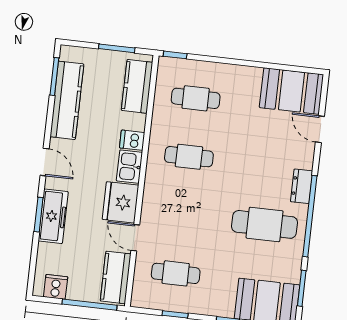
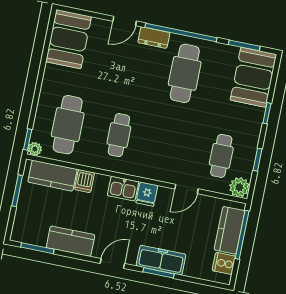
plant: (165, 64) -> (35, 149), added
cafe table: (196, 98) -> (68, 125), width x1.37, depth x1.35
kitchen counter: (67, 100) -> (71, 241), width x0.67
door: (320, 129) -> (125, 21), moved
dishwasher: (132, 140) -> (85, 181), moved
fridge: (121, 202) -> (147, 194), width x0.53, depth x0.75
kitchen counter: (116, 277) -> (229, 230), moved, turned 90
plant: (142, 297) -> (239, 187), added

